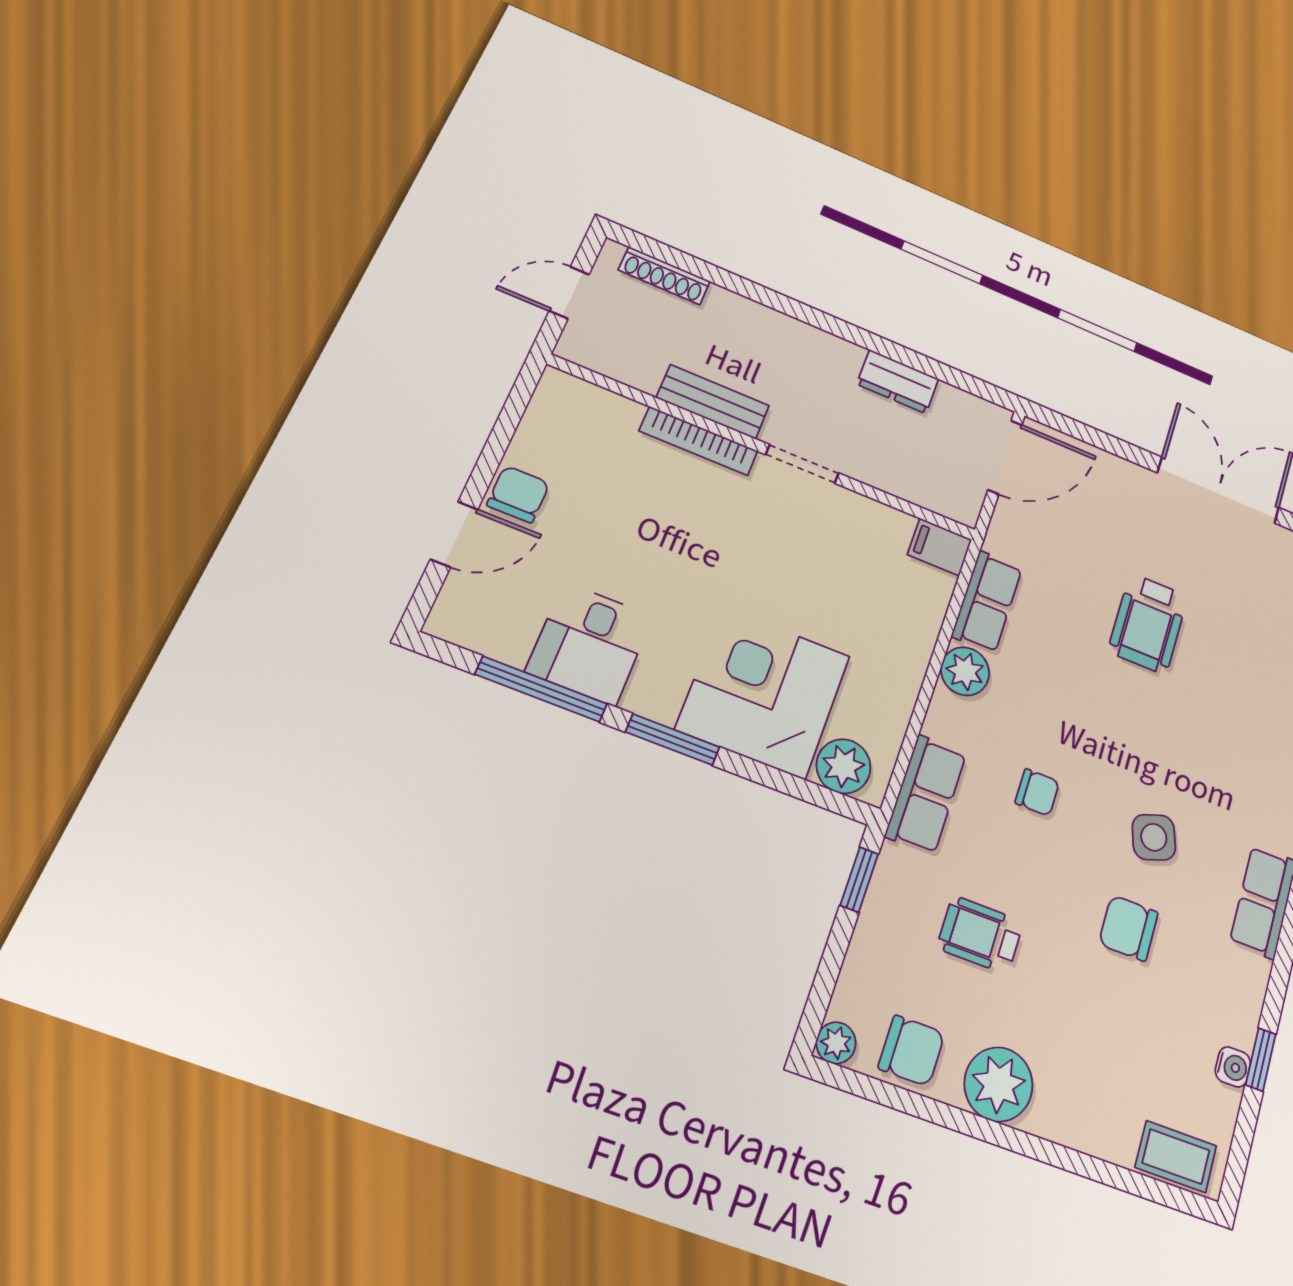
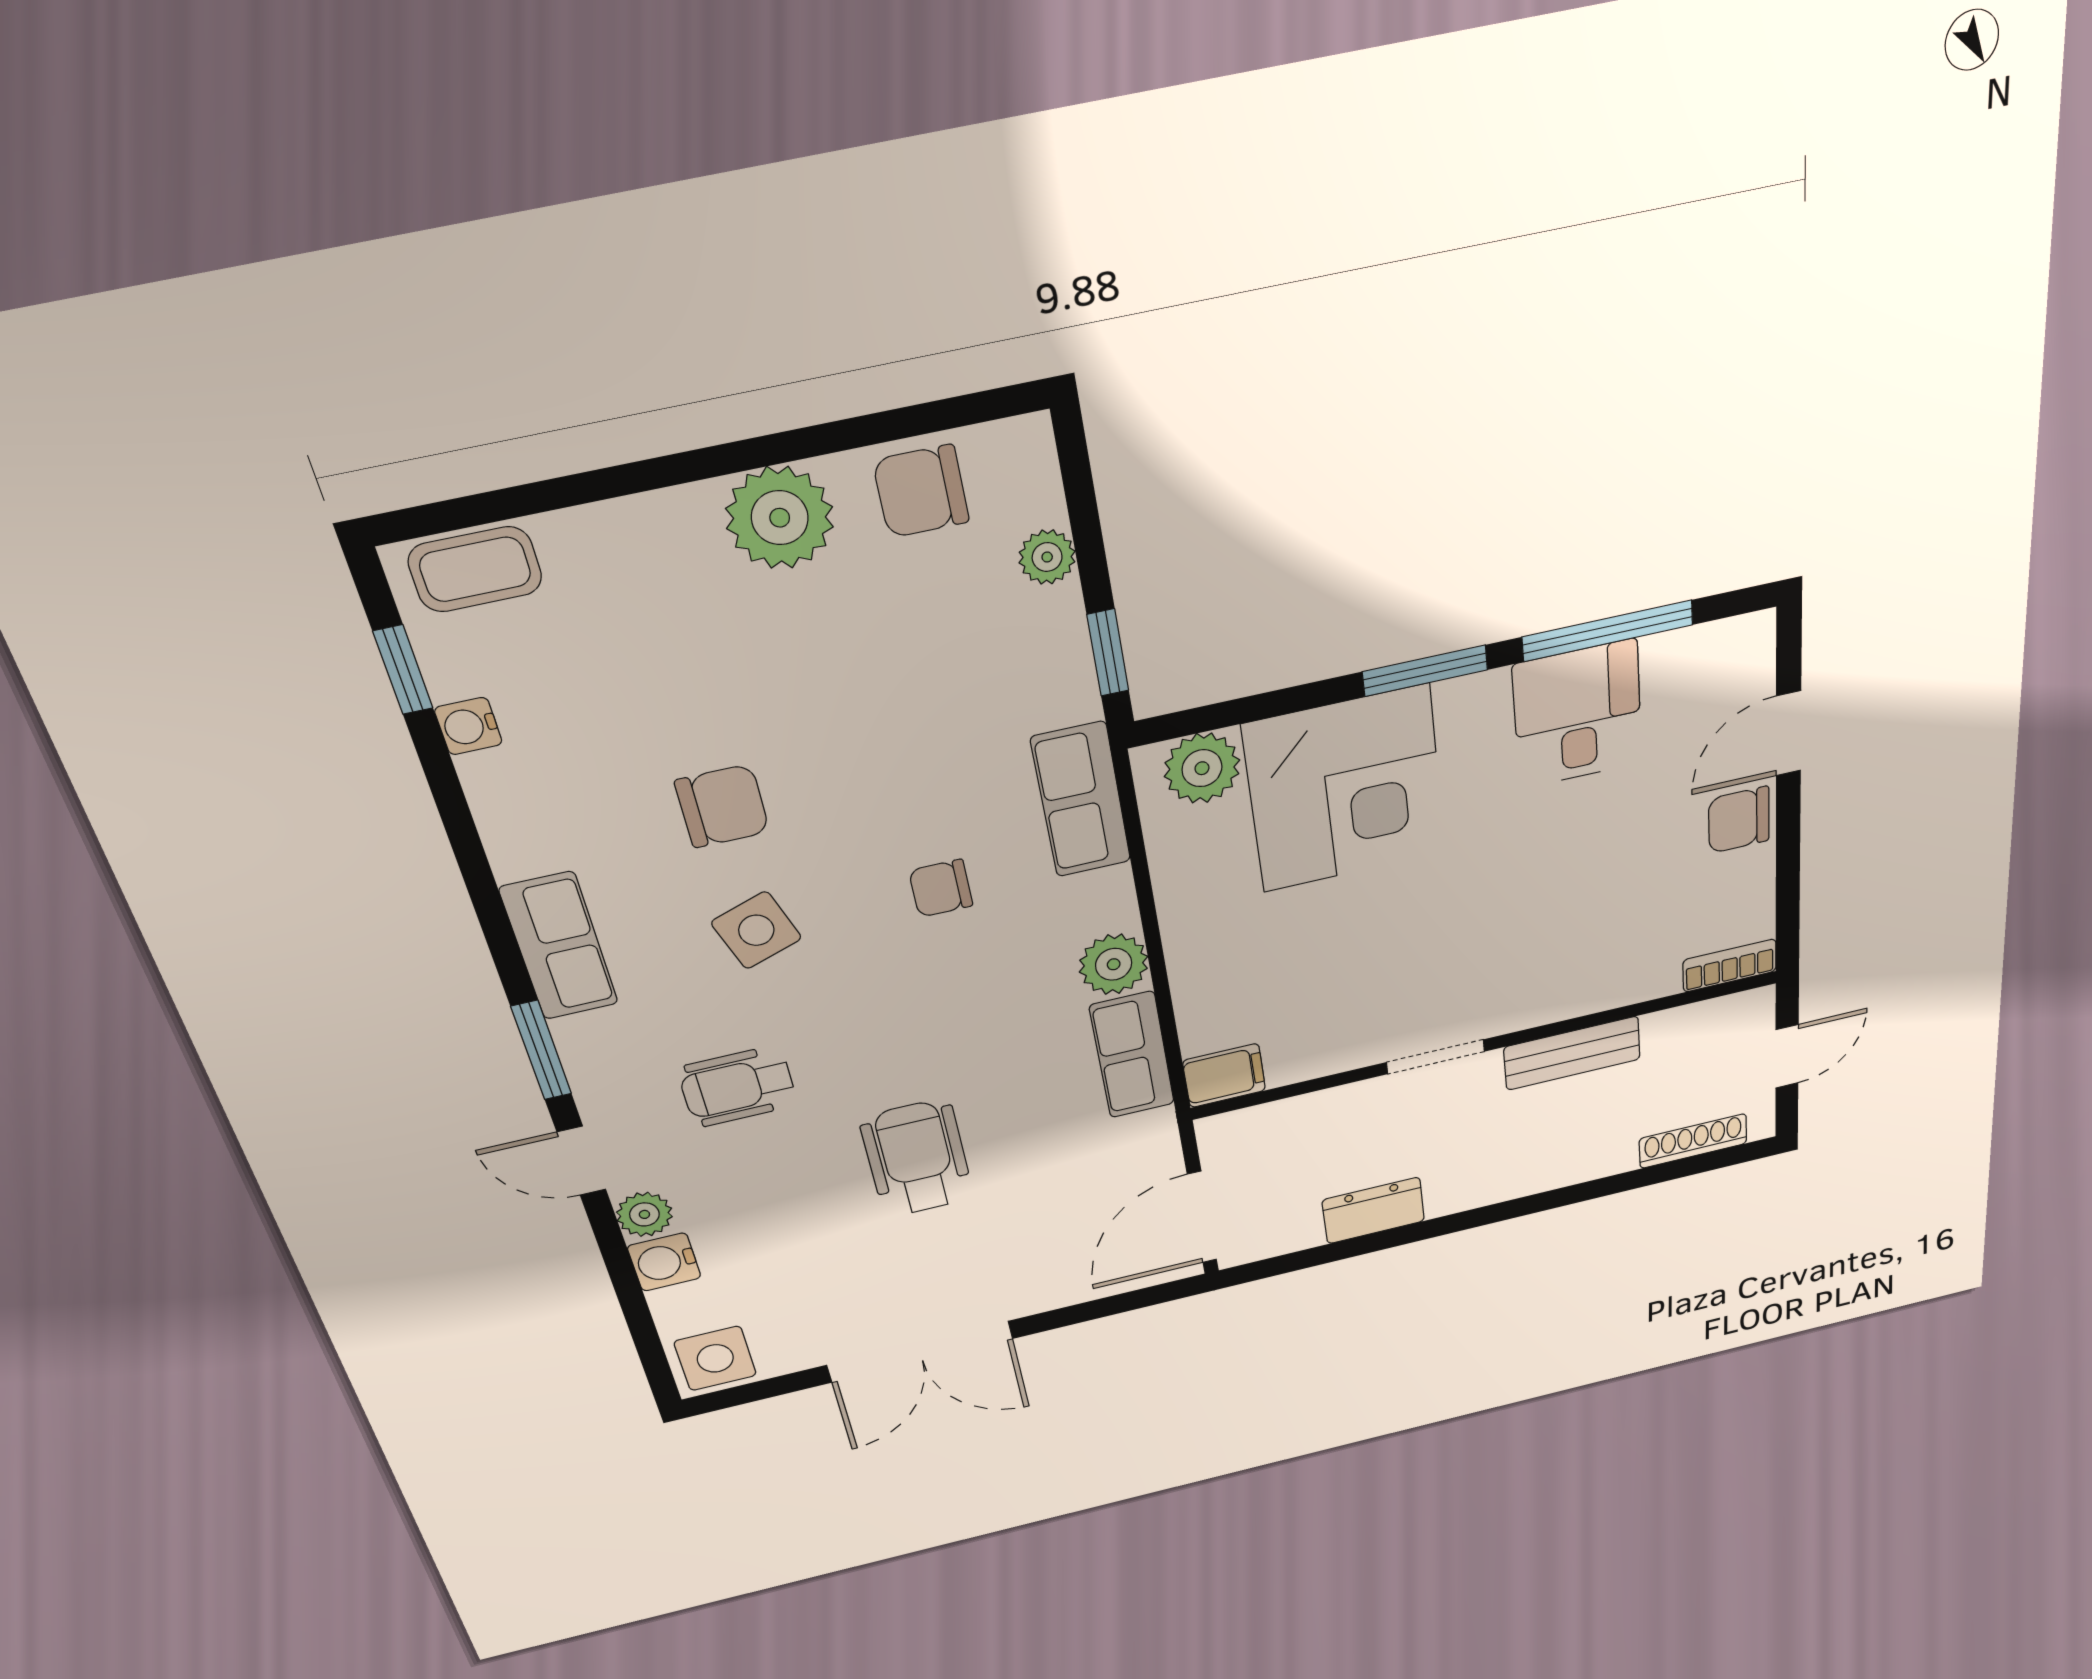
bookcase: (699, 441) -> (1730, 966), moved, width x0.64
chair: (518, 494) -> (1739, 820), turned 90
wheelchair: (980, 935) -> (738, 1086), moved, turned 180
plant: (836, 1043) -> (1047, 557), moved
window: (1261, 1059) -> (403, 670), moved

